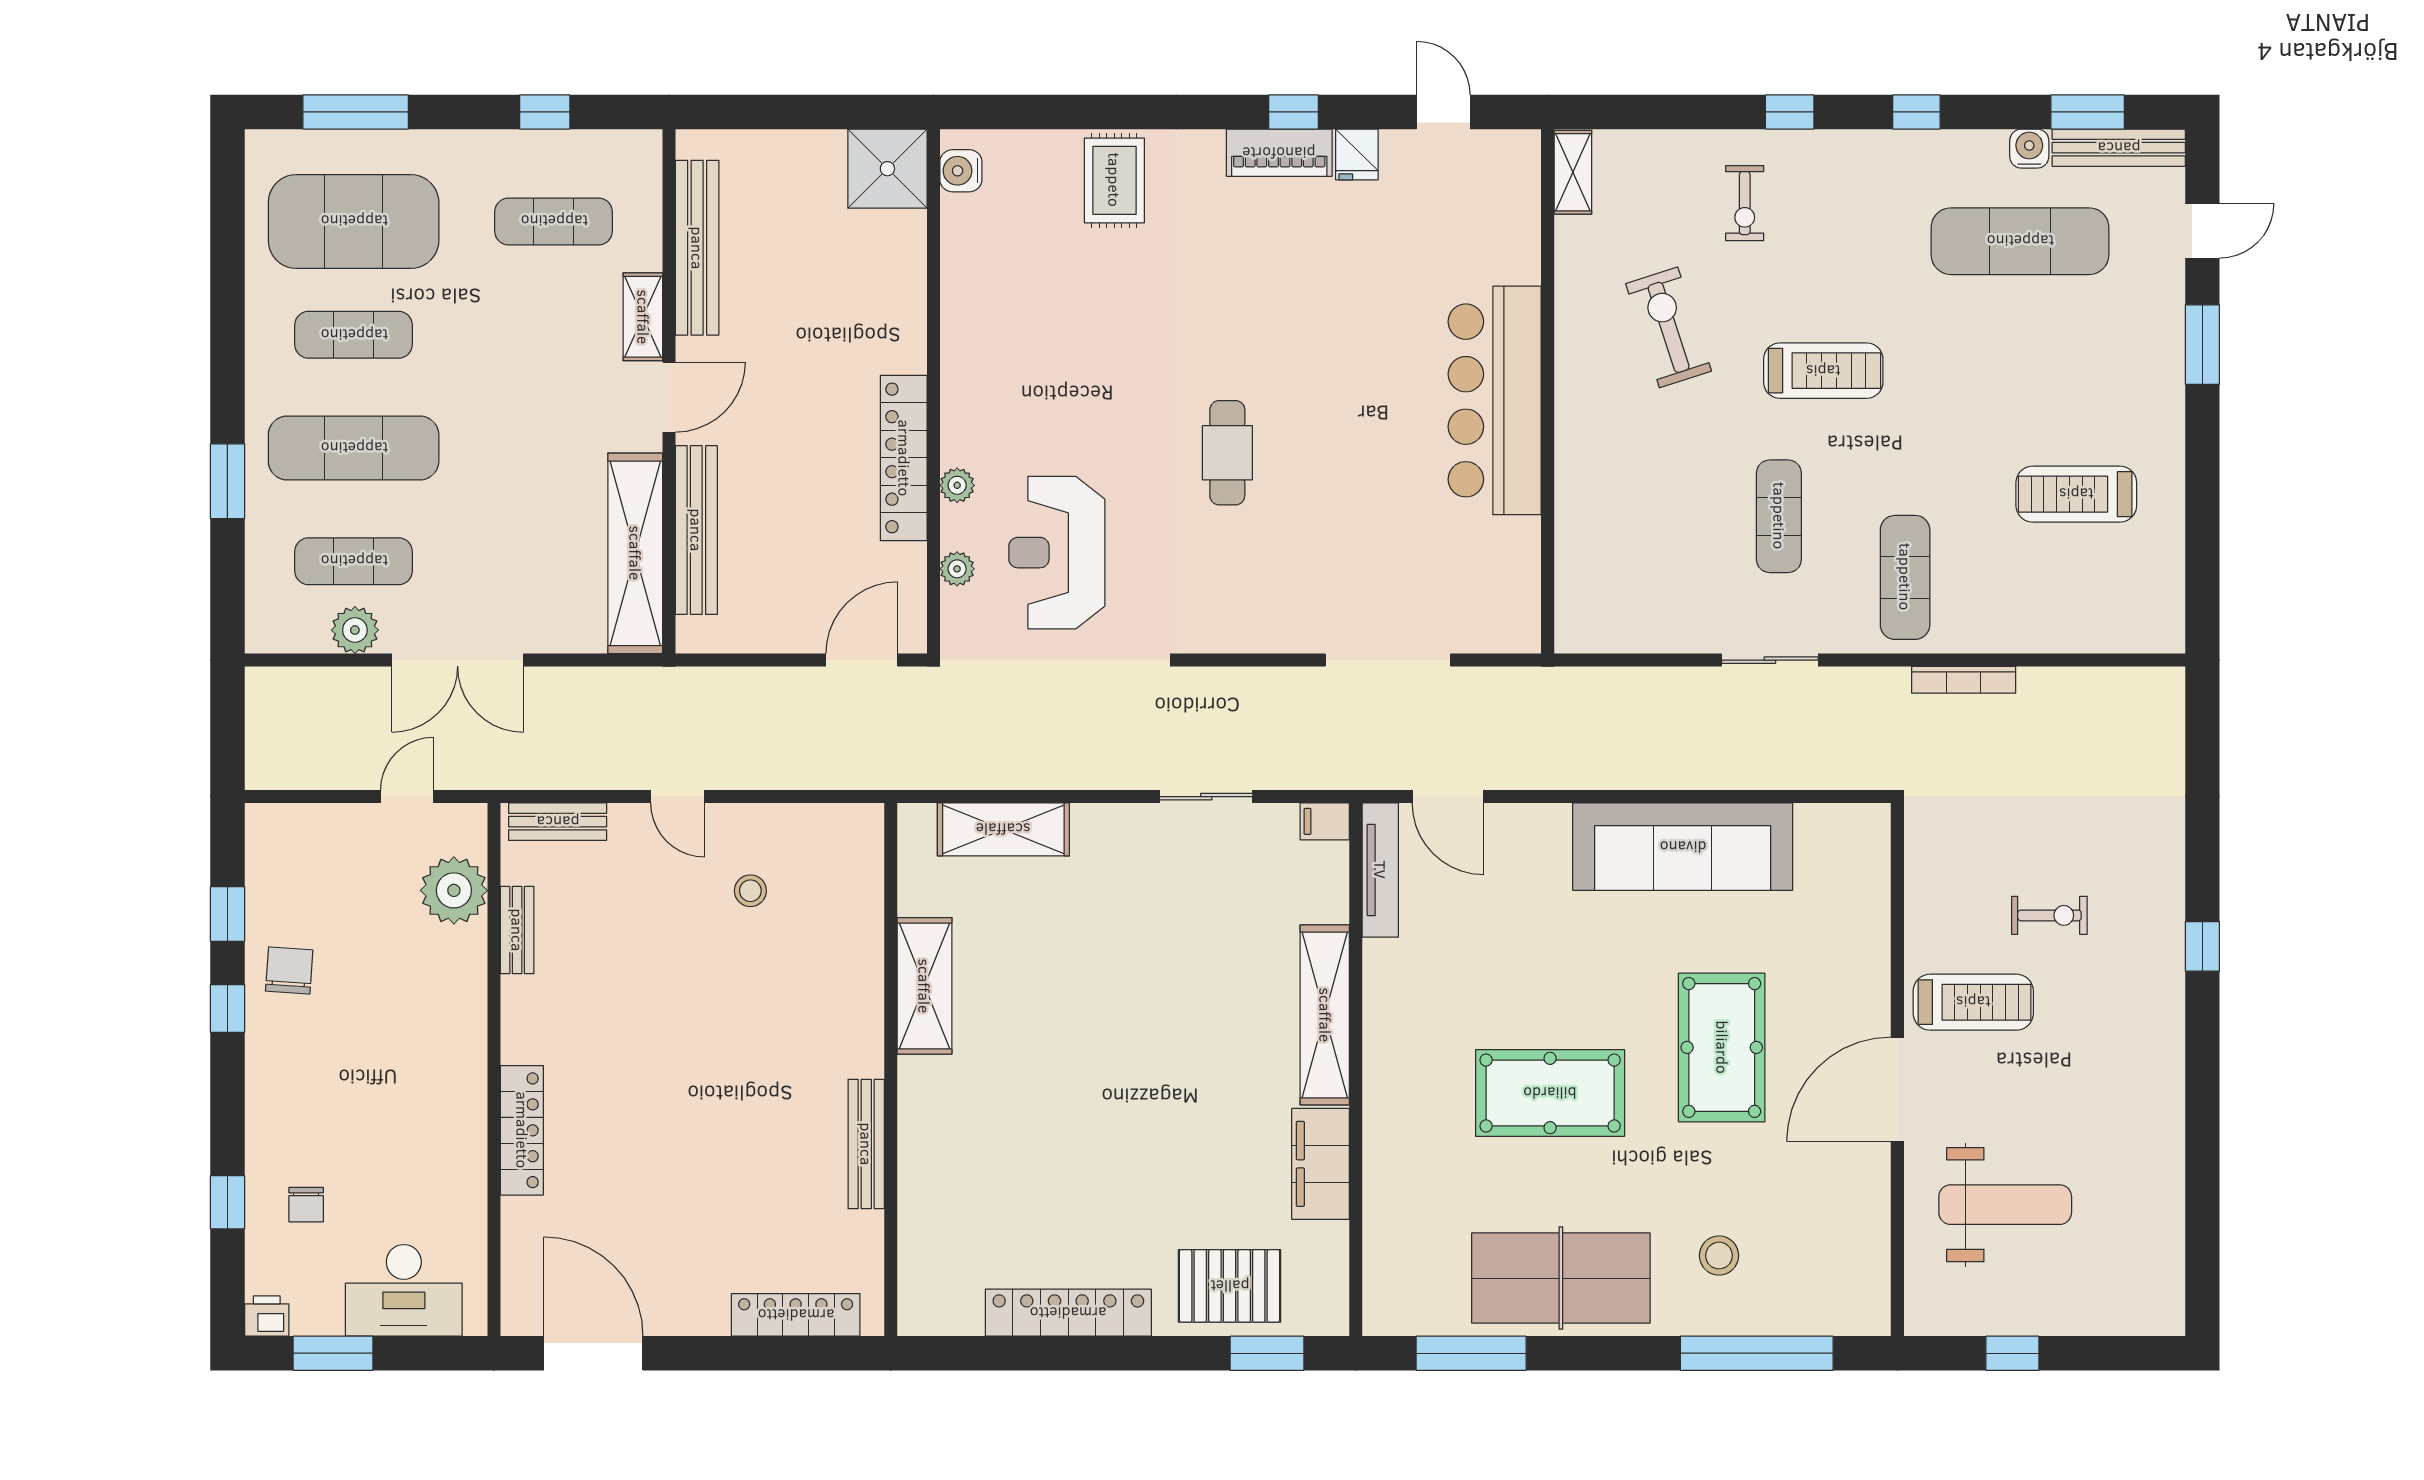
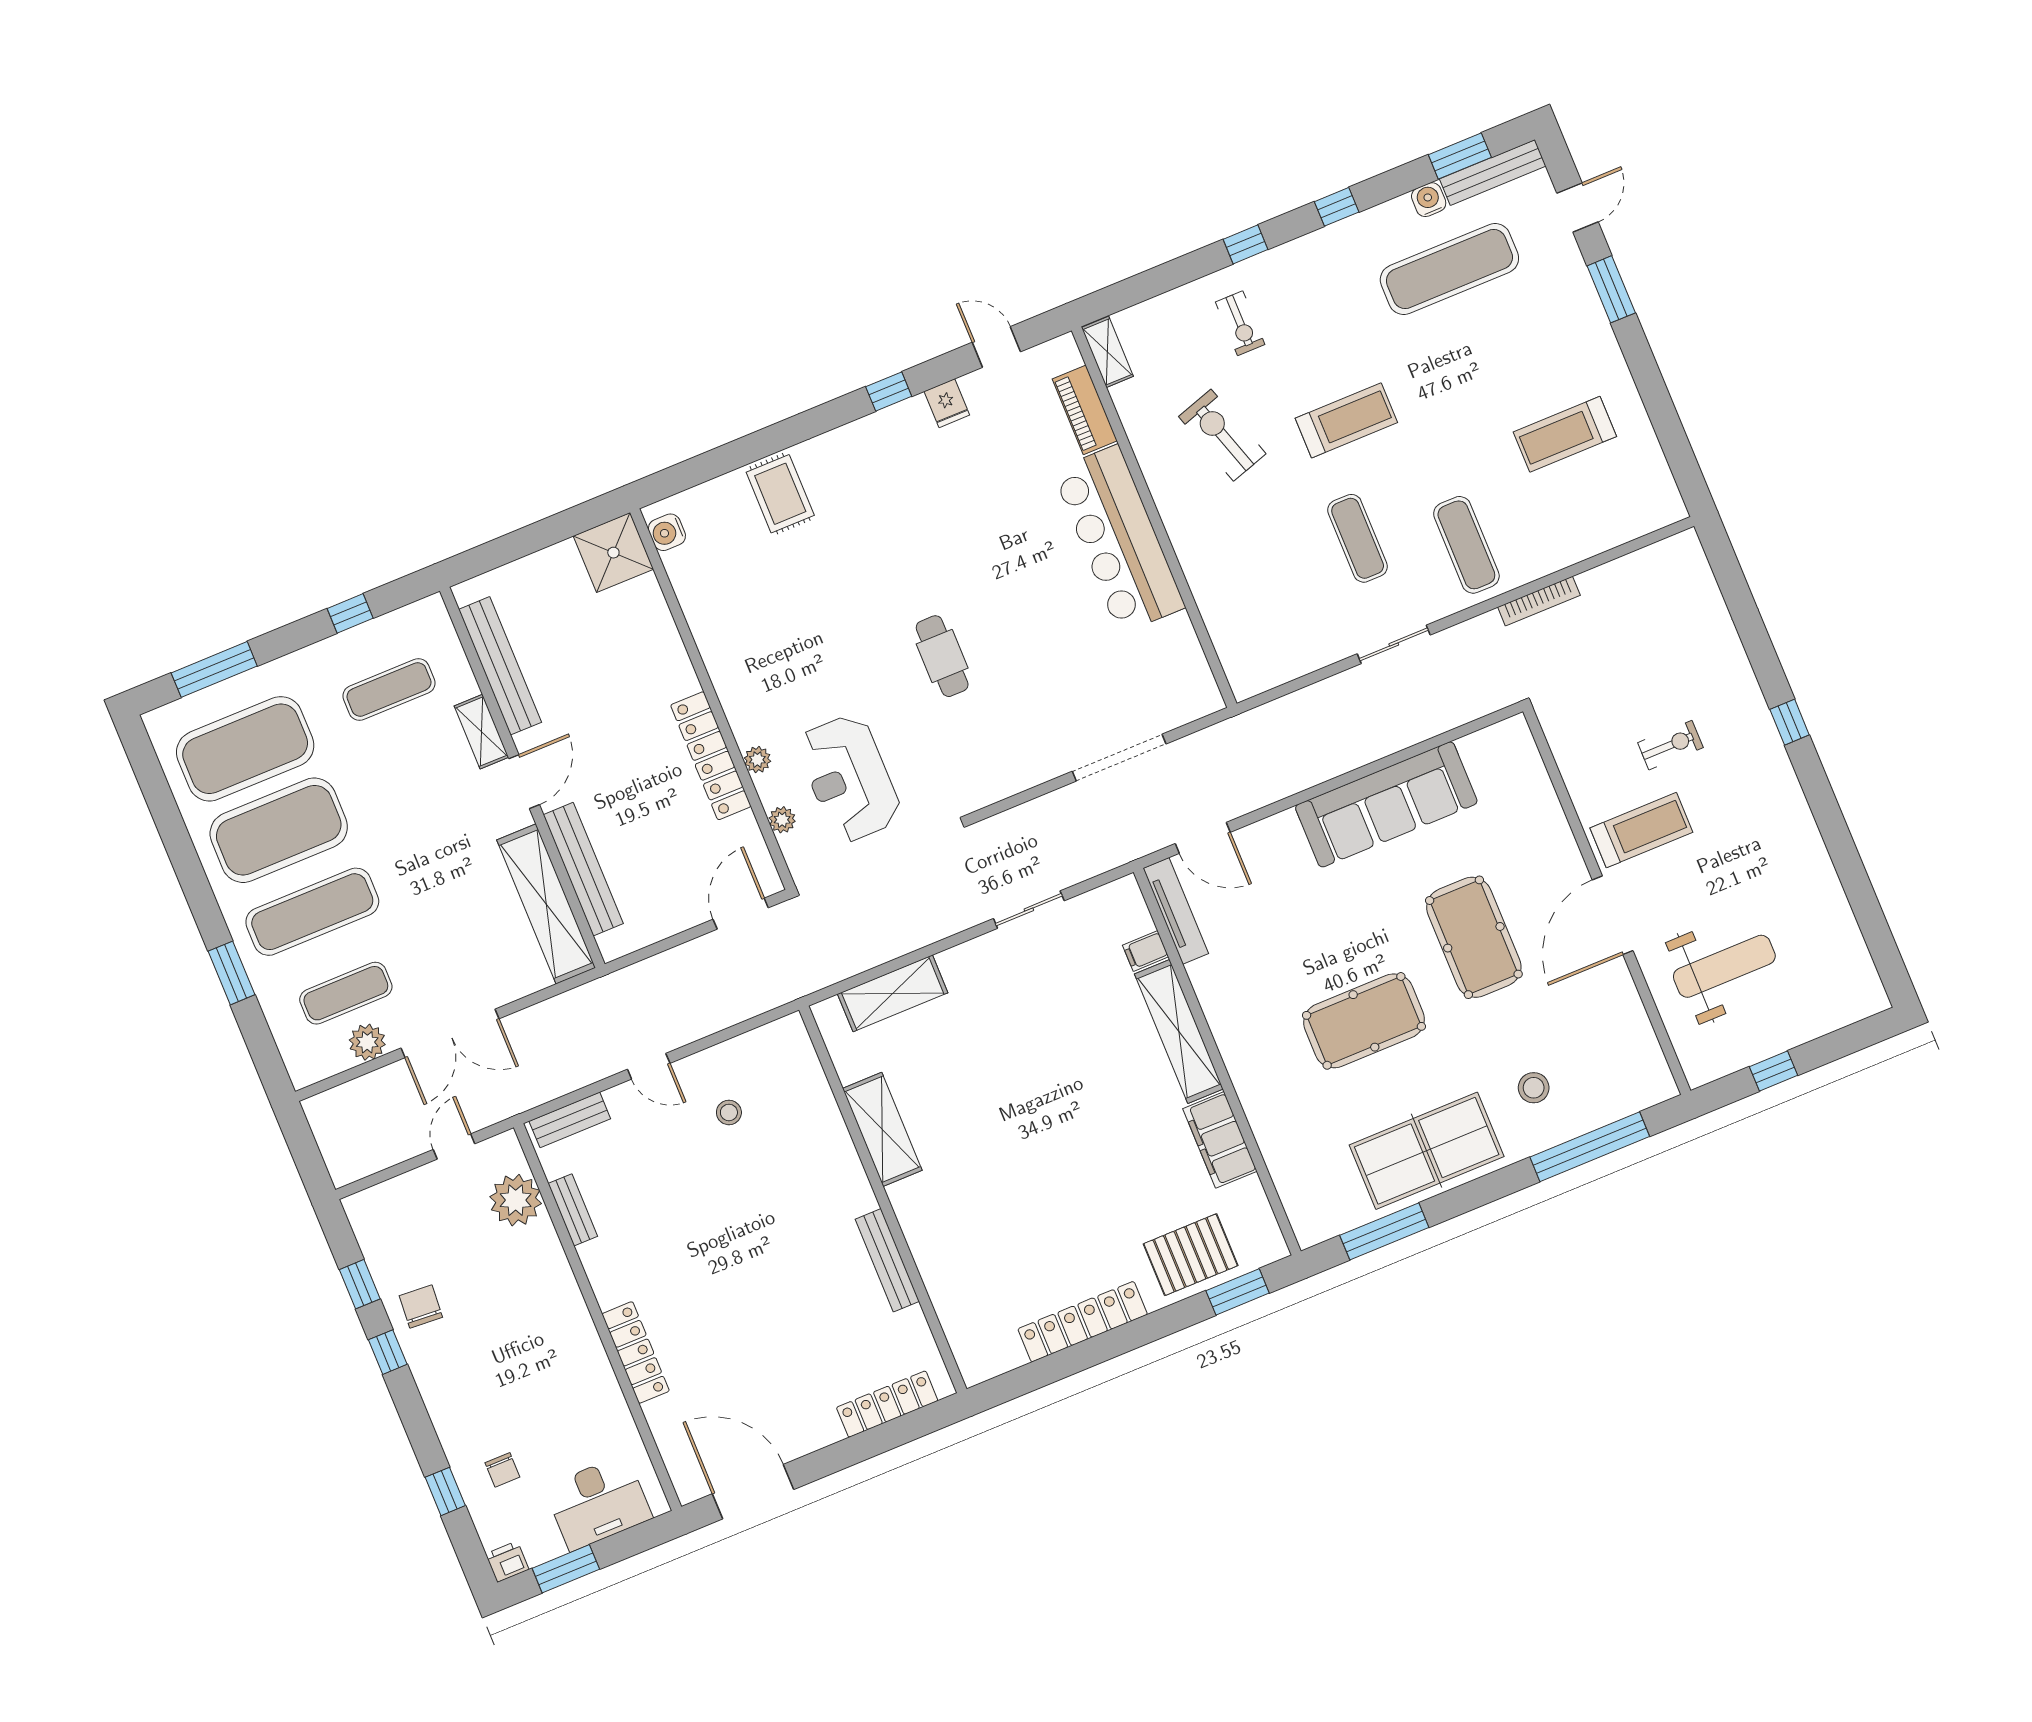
piano: (1279, 153) -> (1085, 410), moved, turned 90
exercise mat: (354, 335) -> (279, 830), width x2.00, depth x1.45
filing cabinet: (1325, 821) -> (1146, 951), moved

